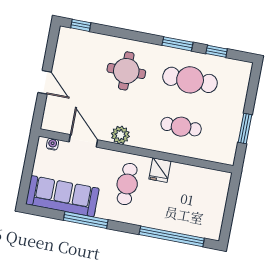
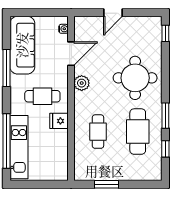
round table: (126, 71) -> (135, 78), width x1.36, depth x1.36
kitchen unit: (182, 223) -> (19, 147), added

